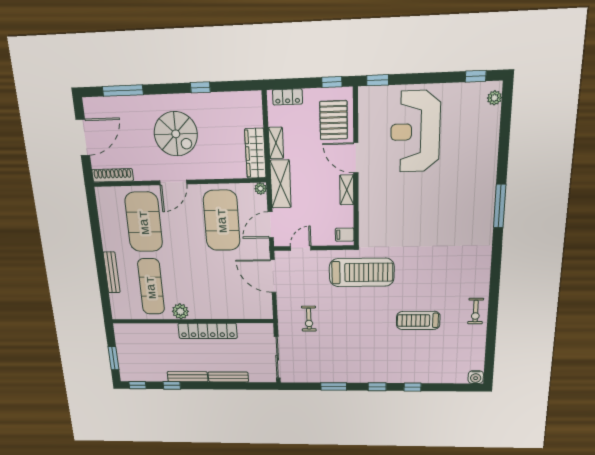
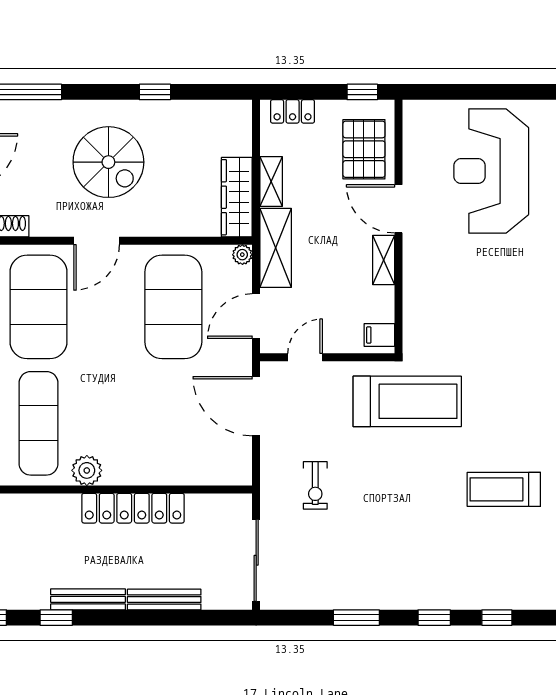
window: (378, 80) -> (432, 92), removed

